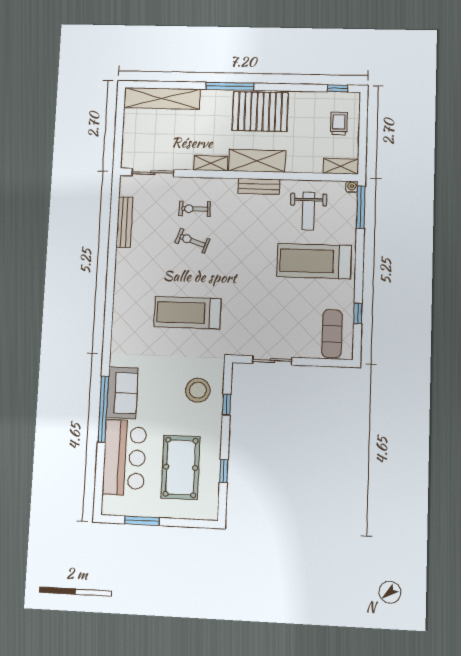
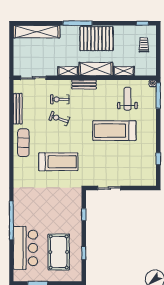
shelving: (341, 166) -> (124, 71), moved
bench: (259, 186) -> (84, 85), moved
weight bench: (308, 211) -> (127, 99), turned 180
treadmill: (314, 261) -> (114, 131), moved
treadmill: (187, 313) -> (58, 162), turned 180
exercise mat: (332, 334) -> (23, 143), moved
stool: (198, 390) -> (67, 207), removed
sofa: (122, 393) -> (22, 210), removed

